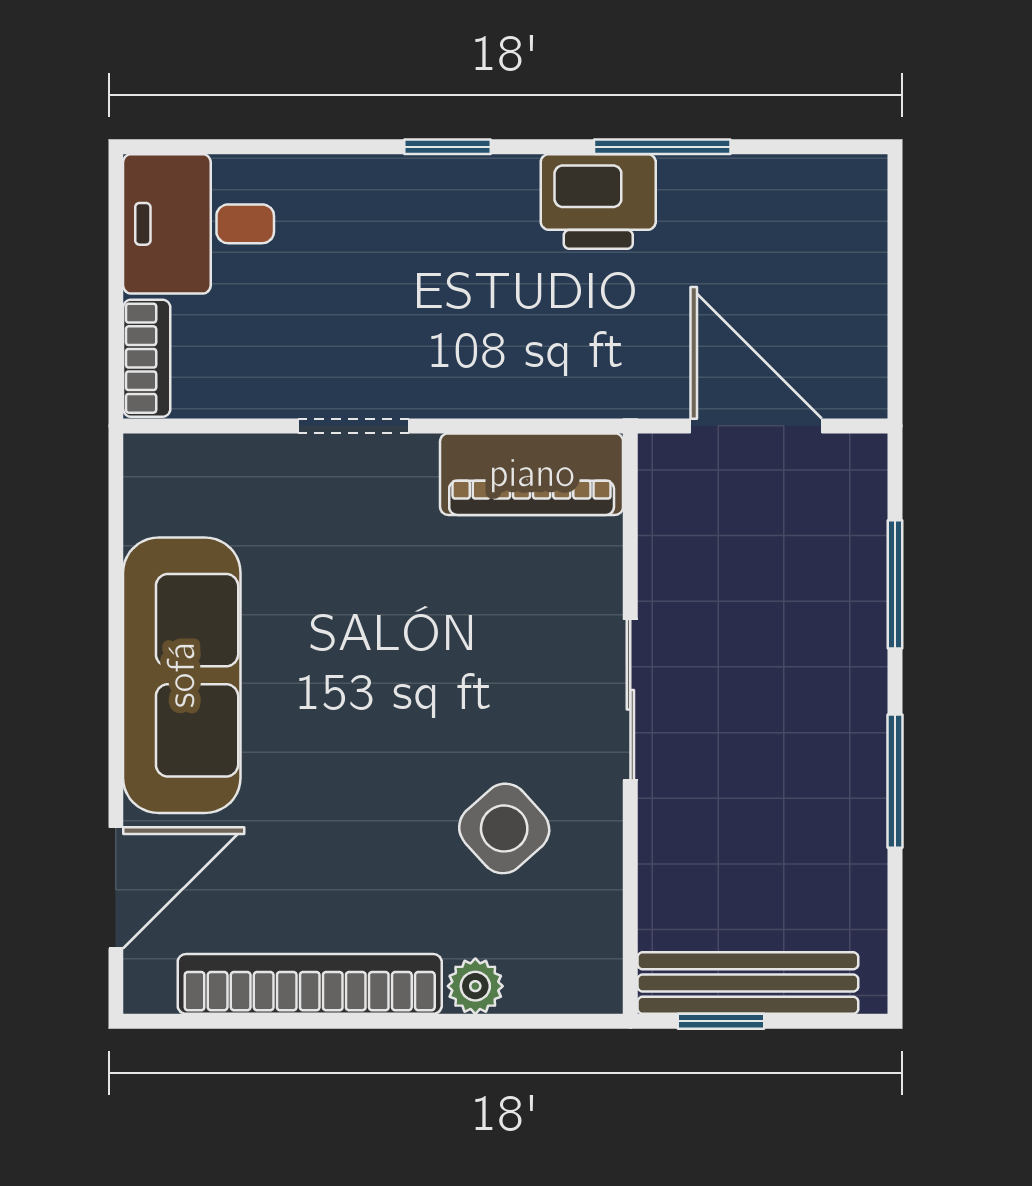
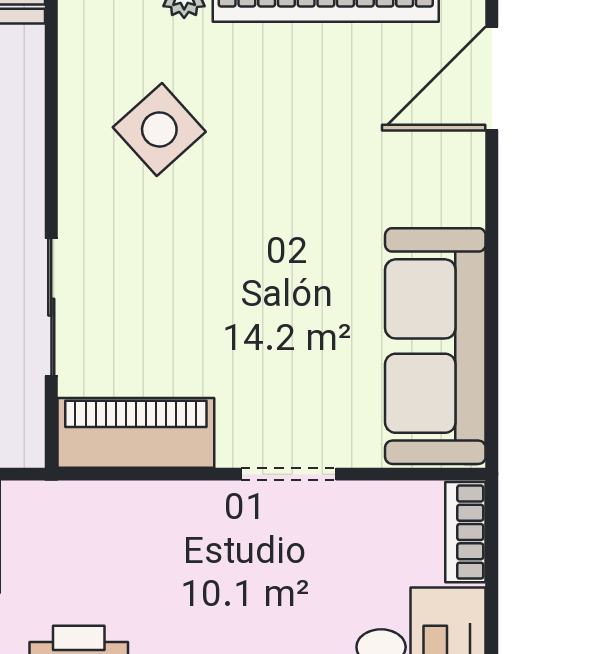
sofa: (182, 675) -> (435, 346), moved
sliding door: (630, 700) -> (51, 307), moved

